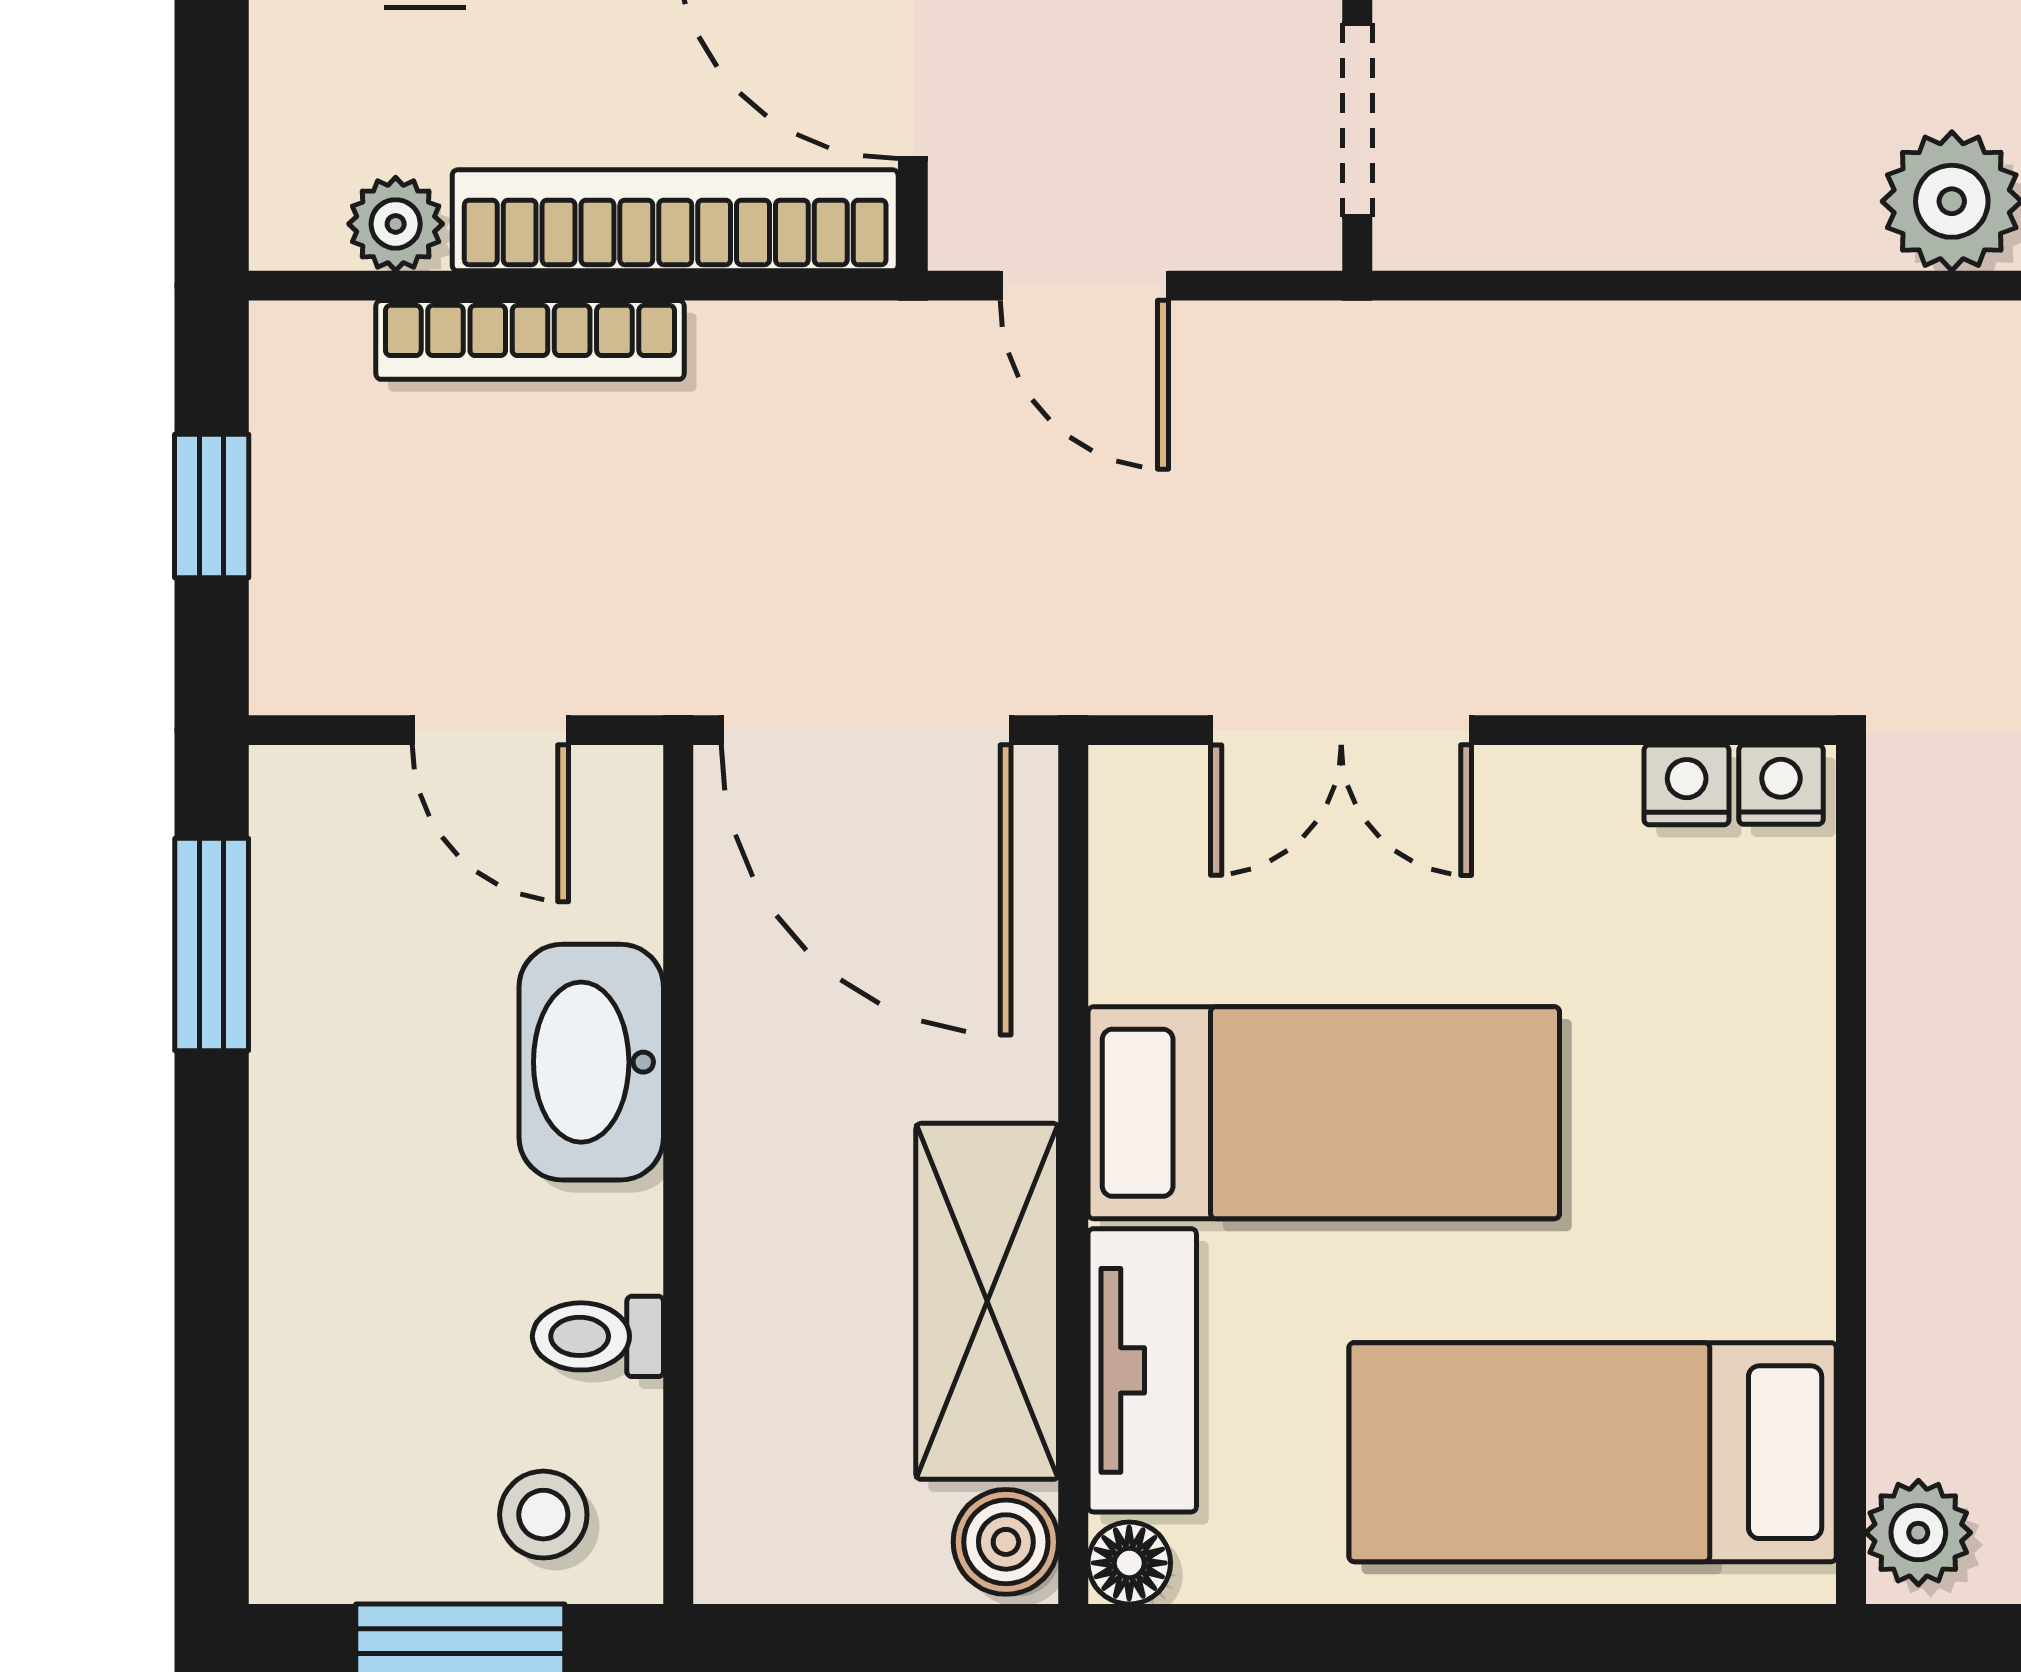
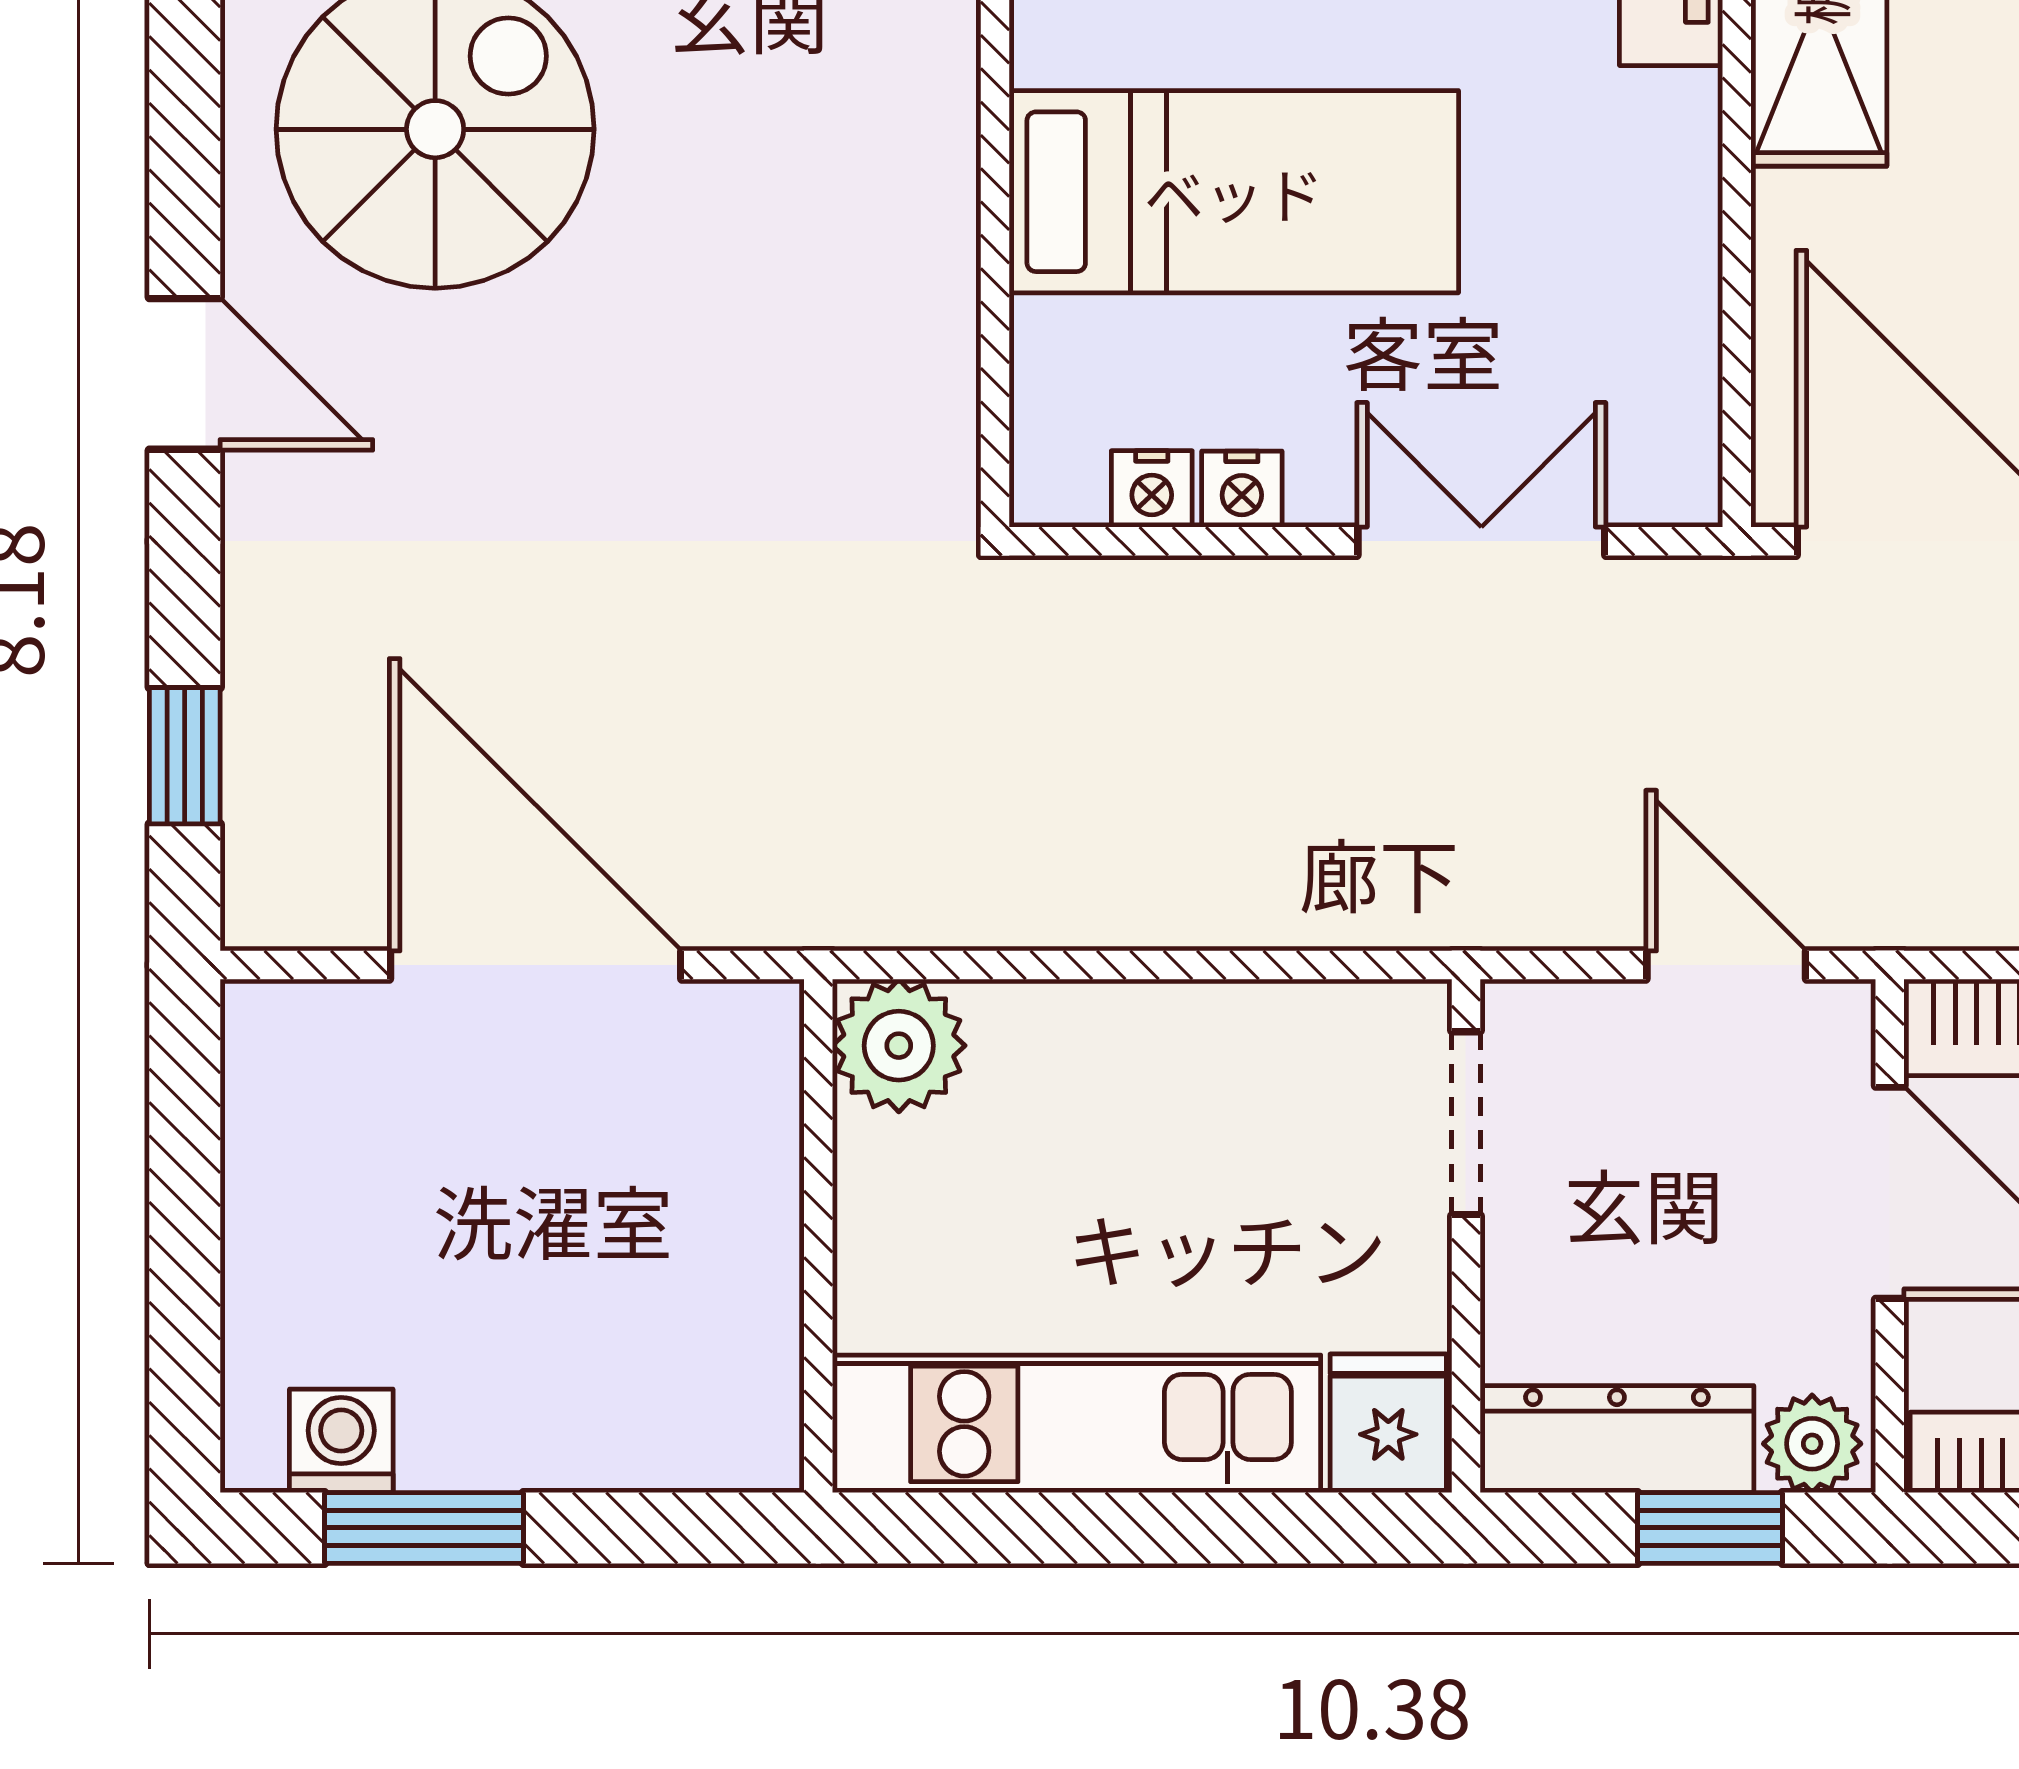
nightstand: (1781, 785) -> (1242, 489), moved
bed: (1324, 1113) -> (1234, 192), moved, turned 180

